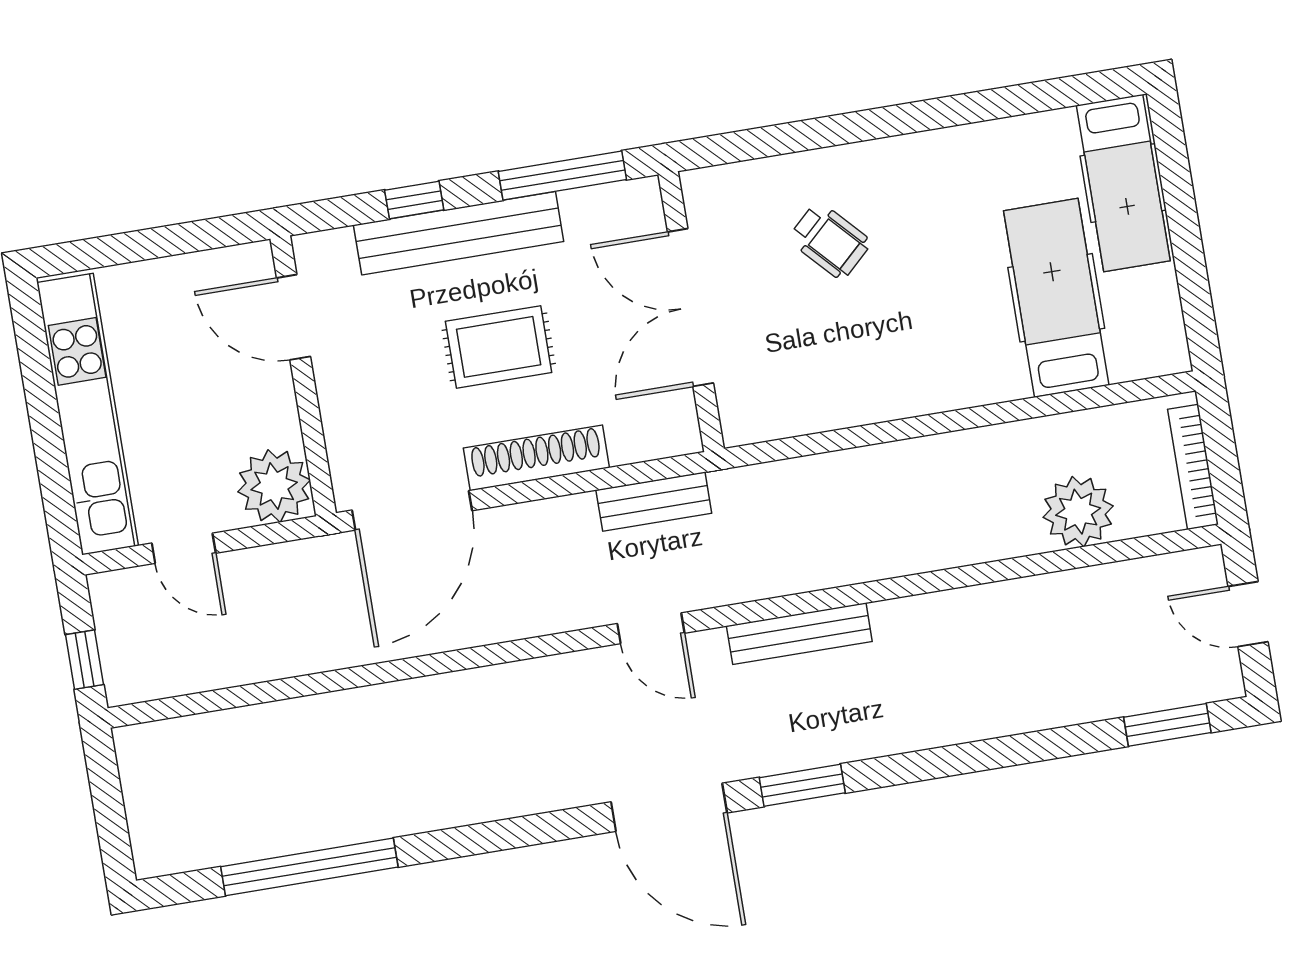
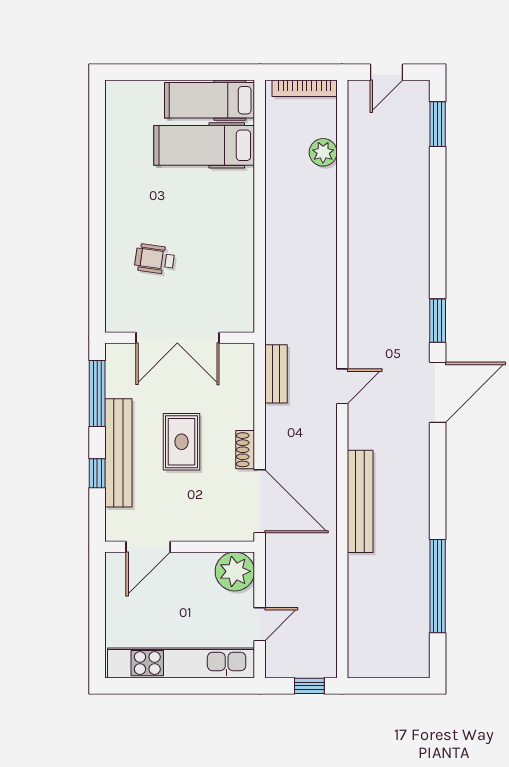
hospital bed: (1123, 183) -> (210, 100), moved, turned 180
wheelchair: (830, 241) -> (154, 259), turned -129
shoe rack: (536, 458) -> (245, 450), width x0.51, depth x0.81
plant: (1078, 512) -> (323, 152), width x0.73, depth x0.73
bench: (799, 634) -> (360, 501), moved, width x1.37, depth x1.21

